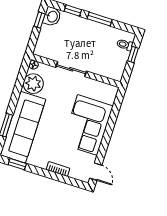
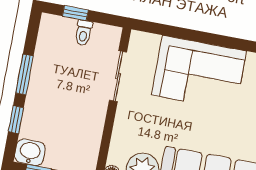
toilet: (125, 45) -> (84, 33), moved
sliding door: (71, 69) -> (118, 76), moved

